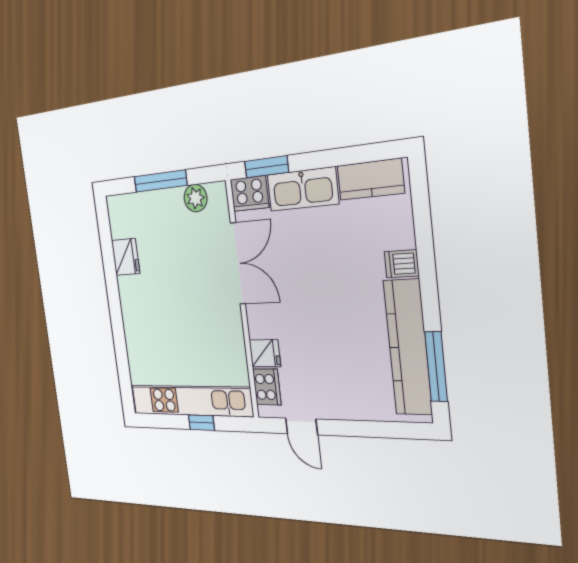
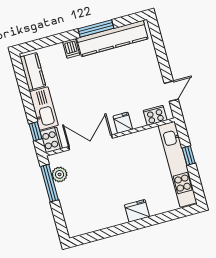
window: (266, 167) -> (36, 131), width x0.67
window: (160, 181) -> (49, 183), moved
fridge: (126, 257) -> (137, 211), moved
fridge: (265, 353) -> (123, 123), moved
window: (436, 367) -> (96, 28), moved

